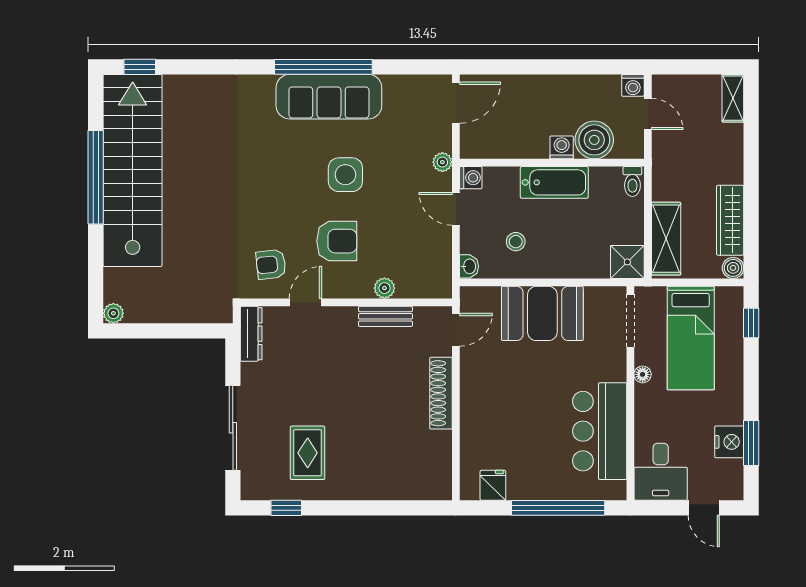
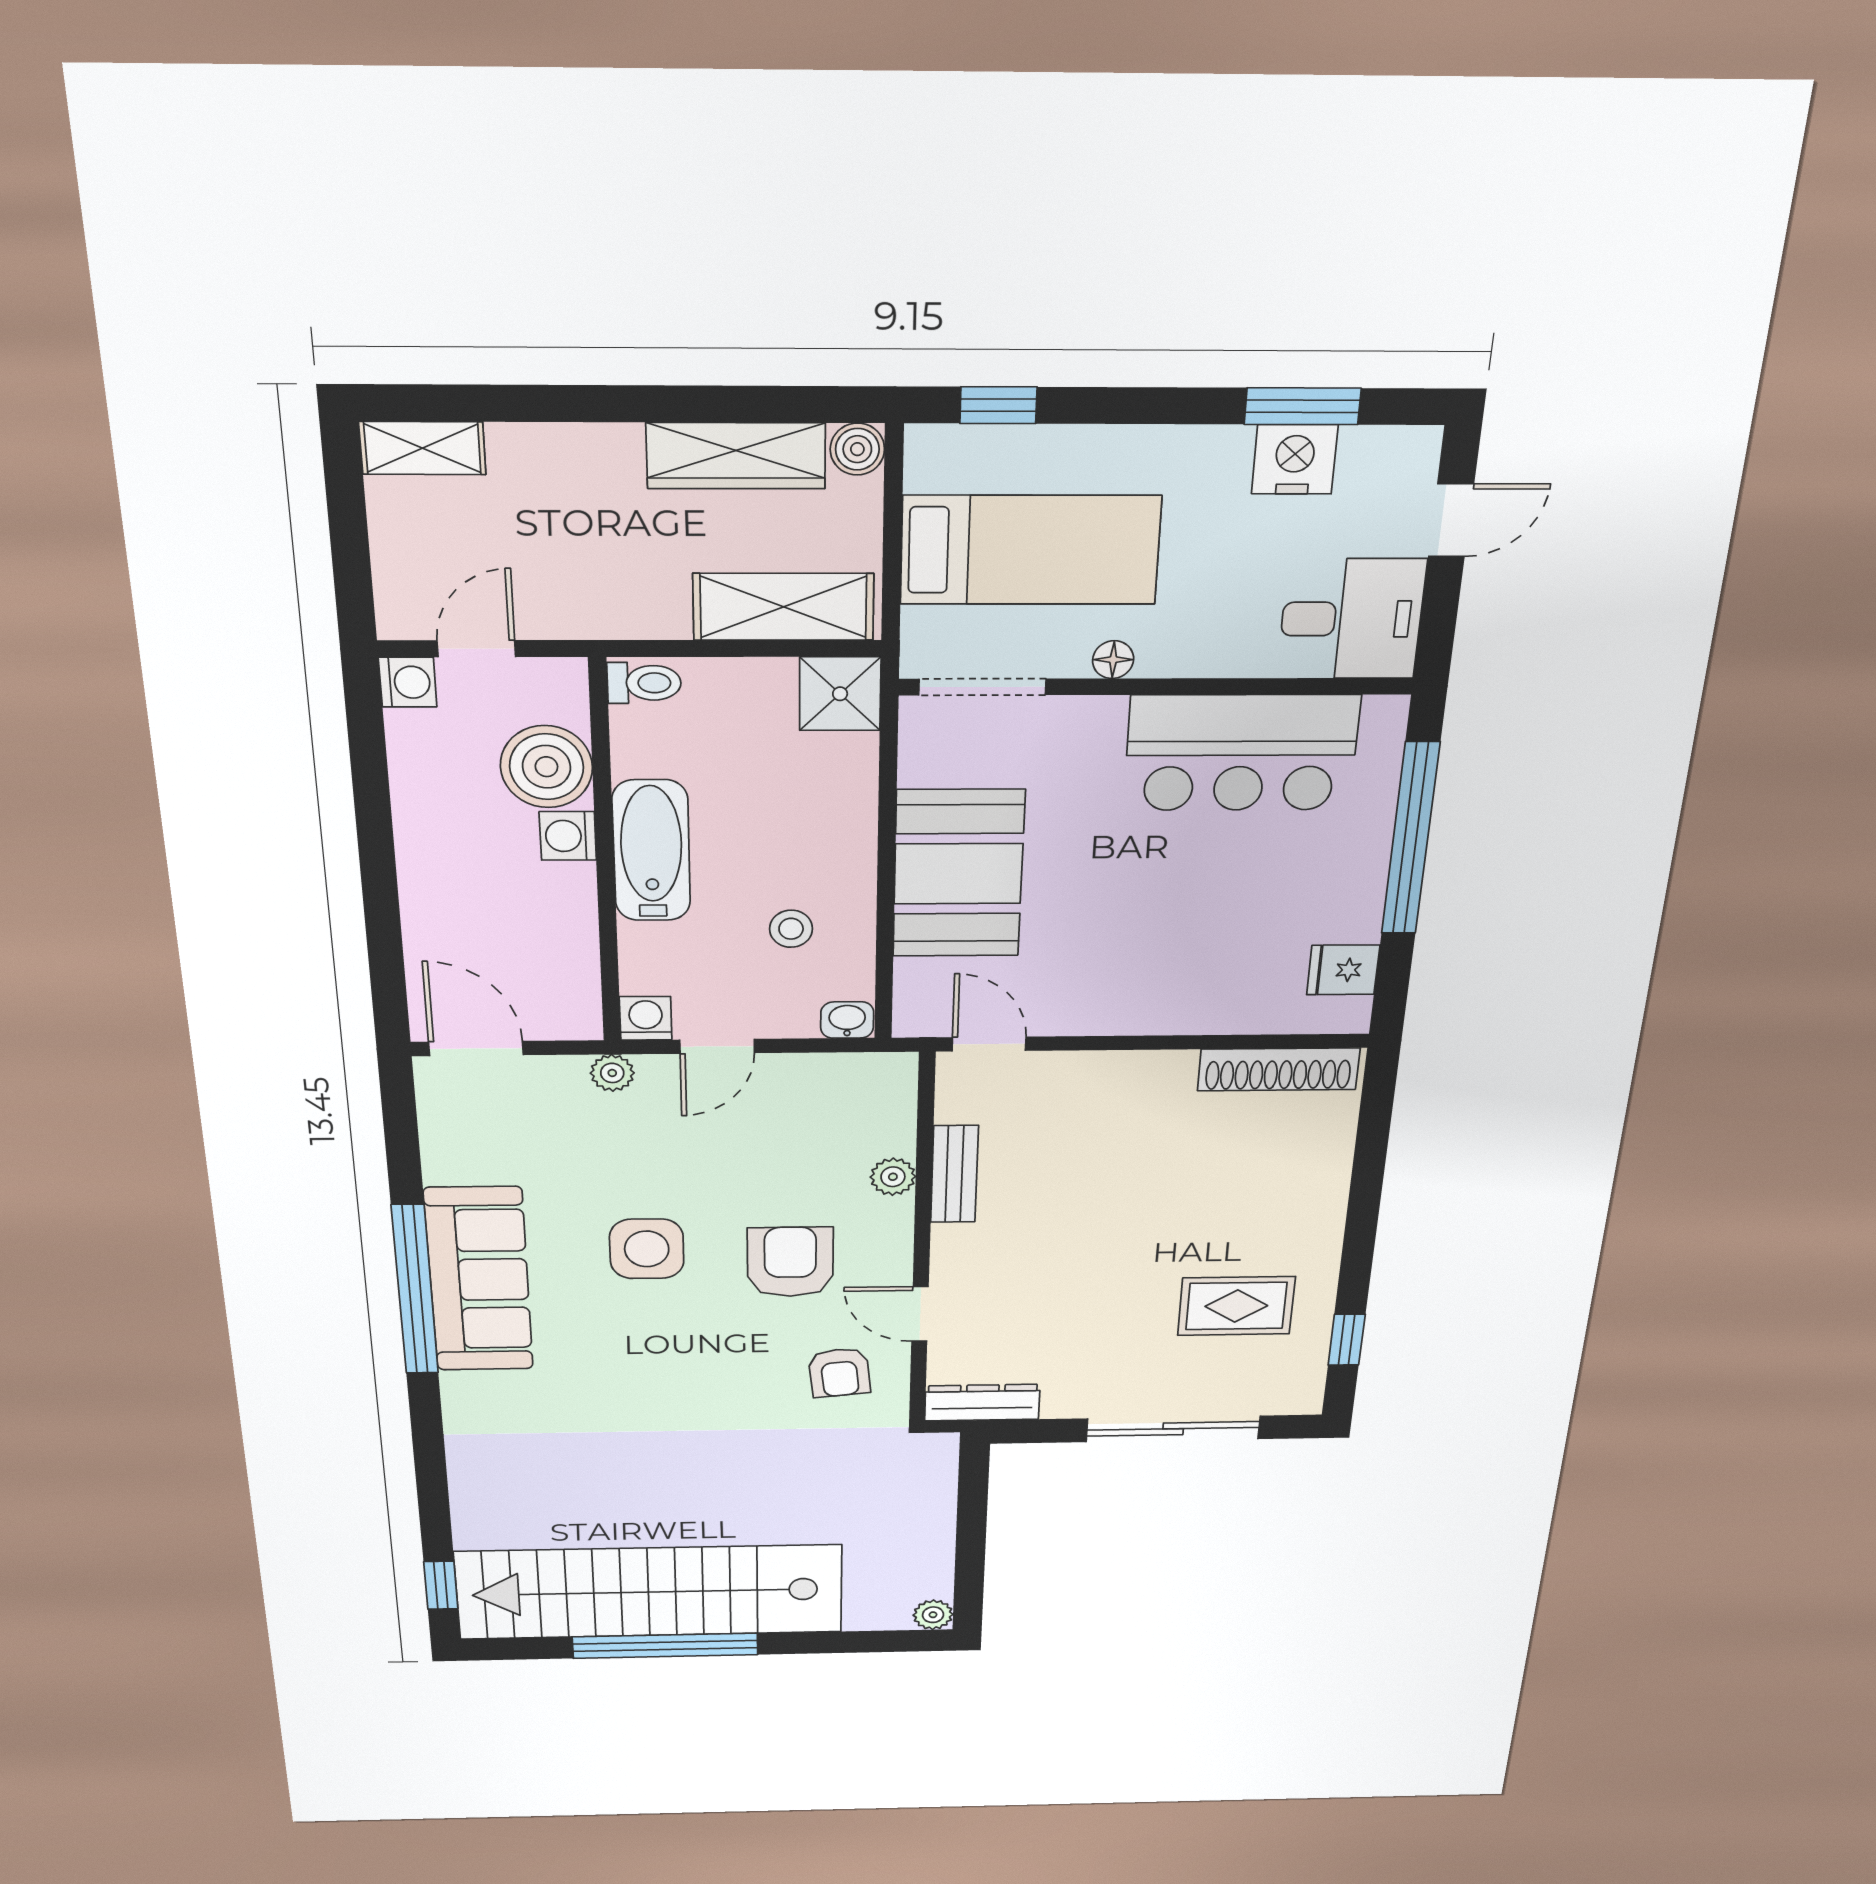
shoe rack: (441, 393) -> (1279, 1069), moved

